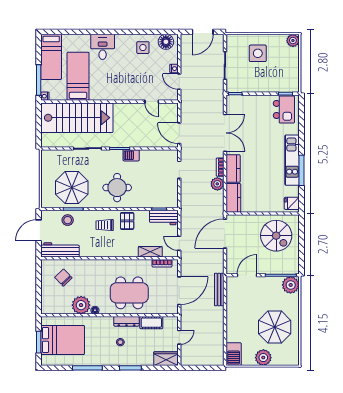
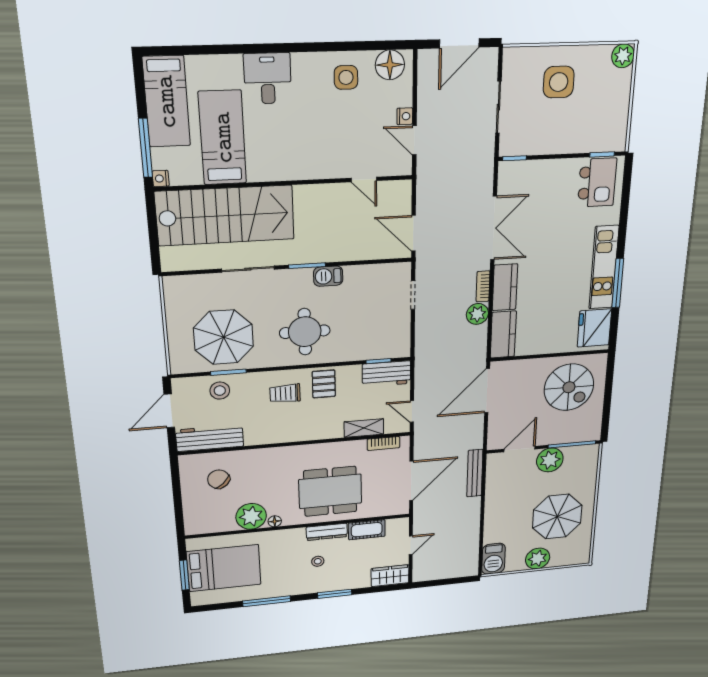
fridge: (292, 203) -> (594, 328), width x1.88, depth x1.34
plant: (291, 285) -> (550, 460), moved

